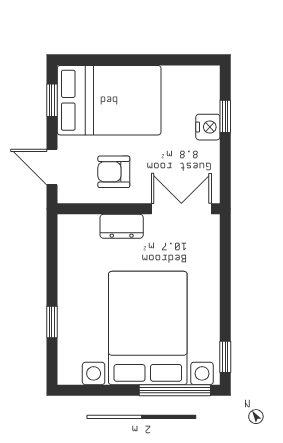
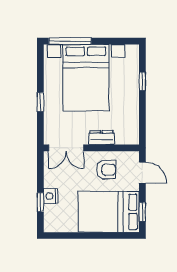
window: (225, 357) -> (40, 102), moved

